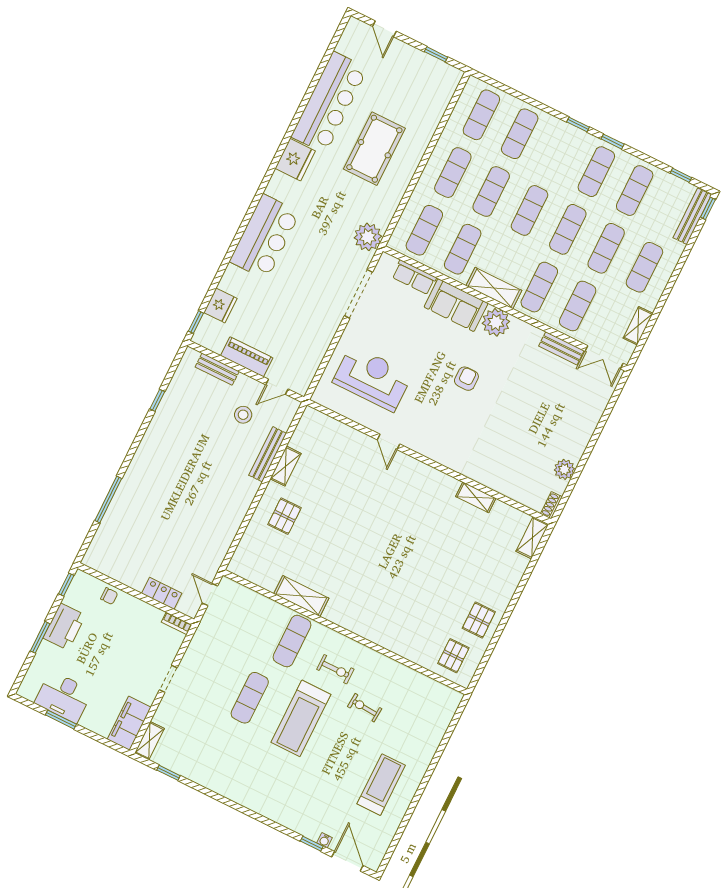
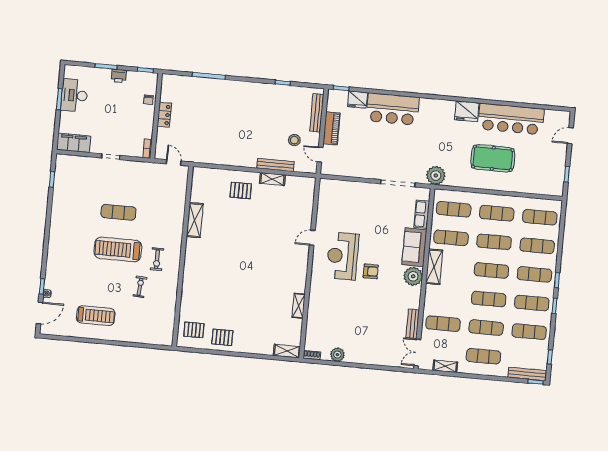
bar counter: (265, 237) -> (393, 109), moved
exercise mat: (539, 287) -> (534, 274), moved
bench: (217, 369) -> (317, 113), width x1.36
reception desk: (372, 378) -> (343, 256), moved, turned 180
locker: (162, 593) -> (164, 115), moved
door: (210, 594) -> (174, 162), hinge flipped
printer: (64, 627) -> (119, 76), width x0.53, depth x0.68
exercise mat: (292, 641) -> (164, 225), removed
shelving: (149, 741) -> (67, 160), removed

